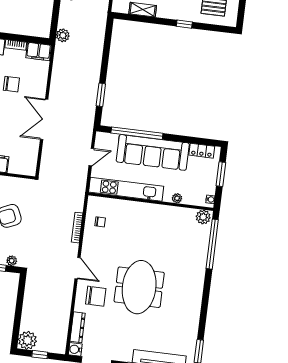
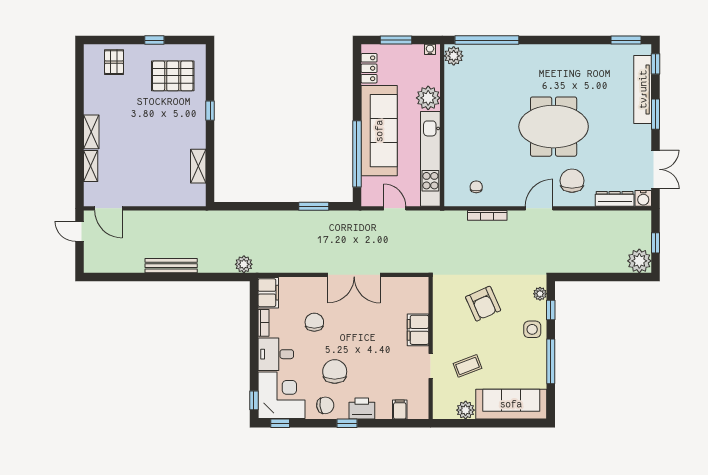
plant: (177, 198) -> (428, 98), width x1.88, depth x1.88

